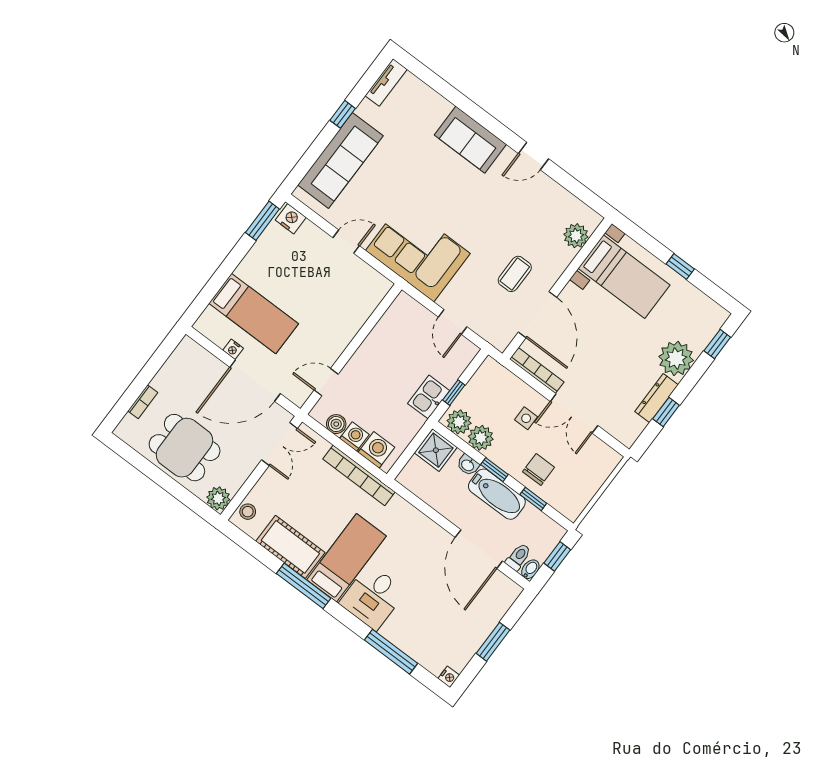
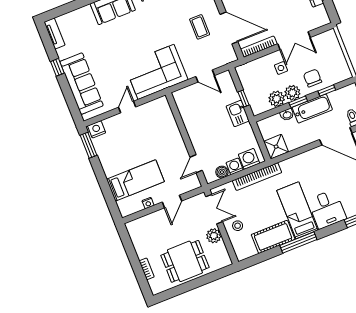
door: (255, 380) -> (172, 201), width x0.53
plant: (459, 422) -> (292, 93), moved
shower: (436, 450) -> (276, 147), moved
plant: (218, 498) -> (214, 236), moved
stool: (248, 512) -> (238, 226), moved

